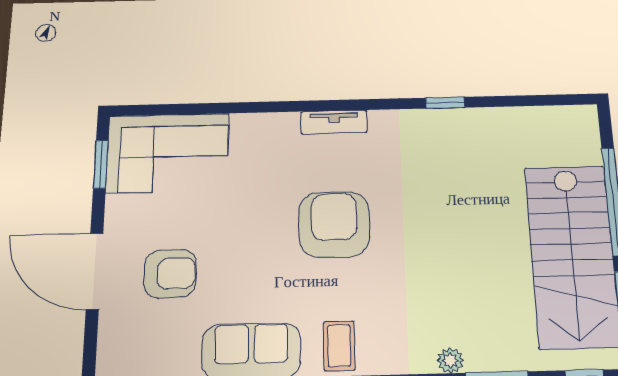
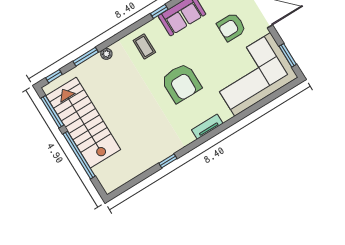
corner sofa: (168, 153) -> (253, 74), width x1.36, depth x1.36
coffee table: (339, 346) -> (144, 46), moved

